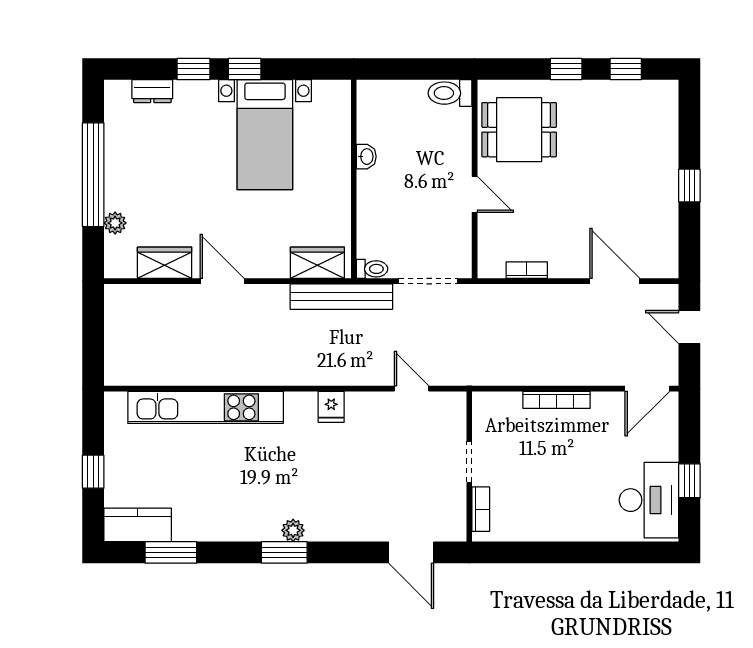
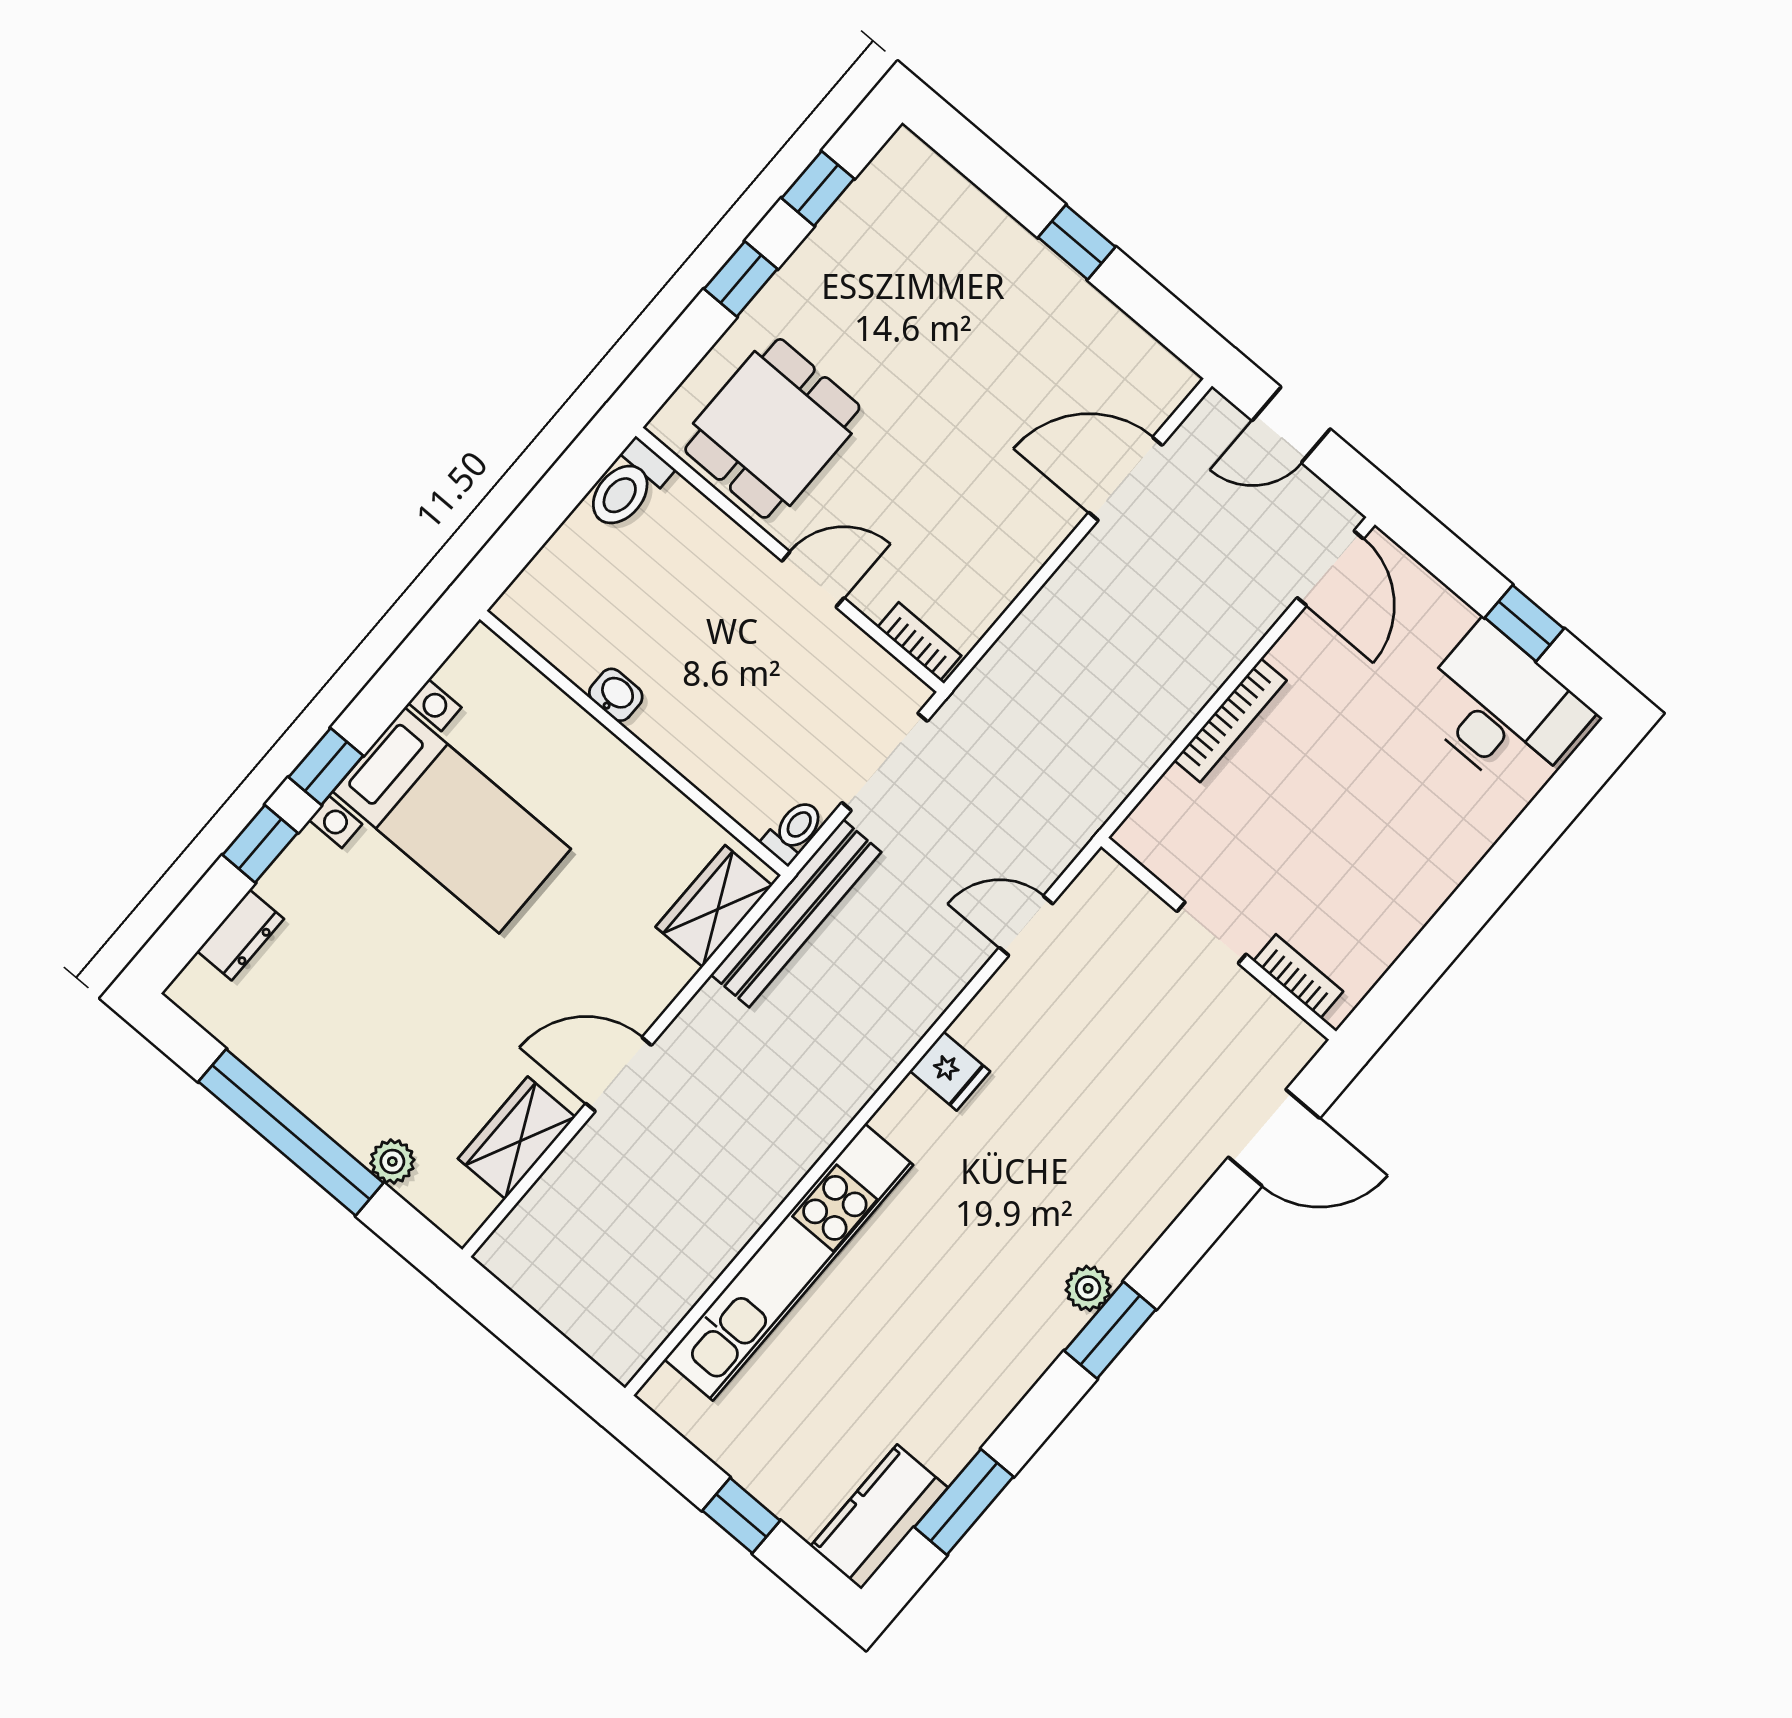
bookcase: (527, 270) -> (919, 641), moved, turned 90

